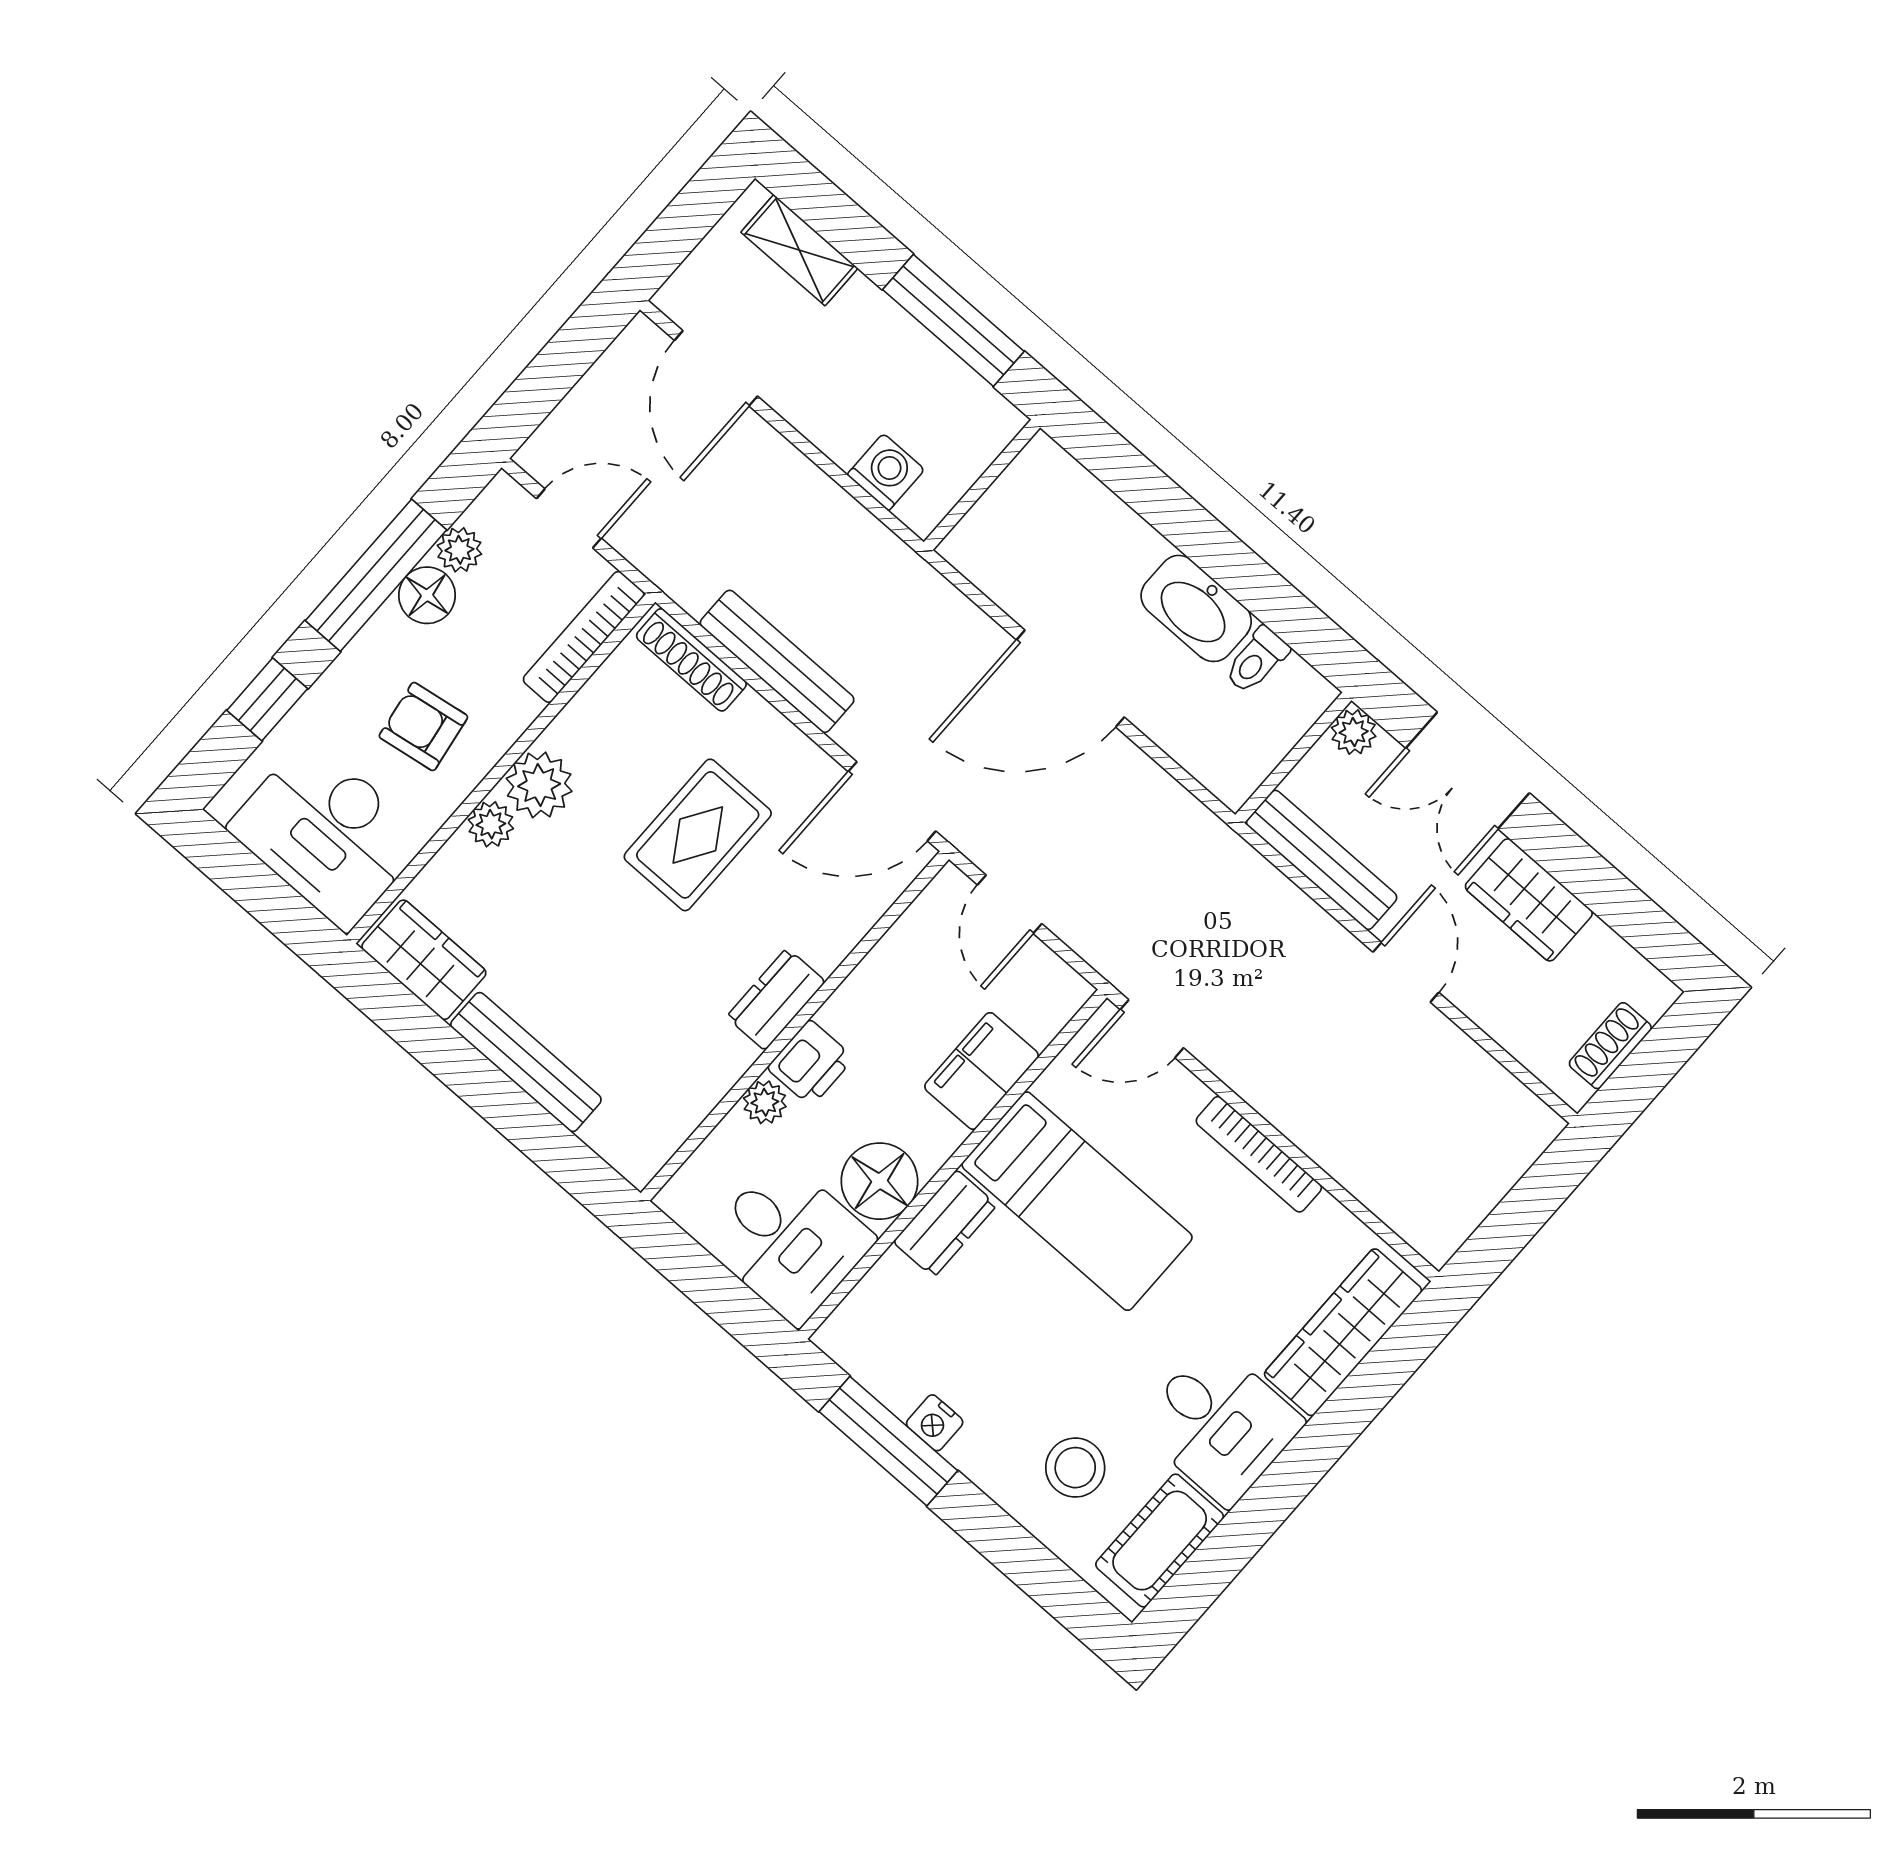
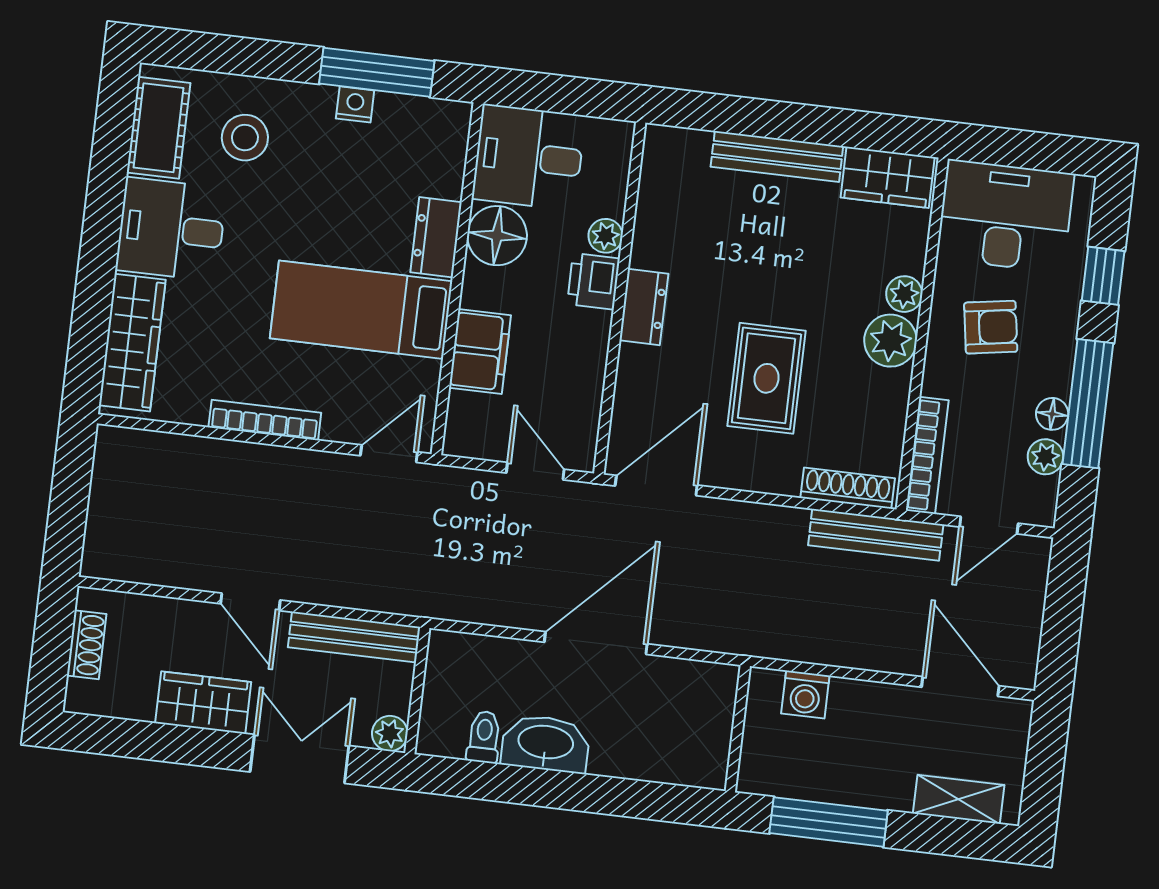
floor lamp: (427, 595) -> (1052, 414), width x0.73, depth x0.73
bench: (777, 661) -> (876, 535), moved

